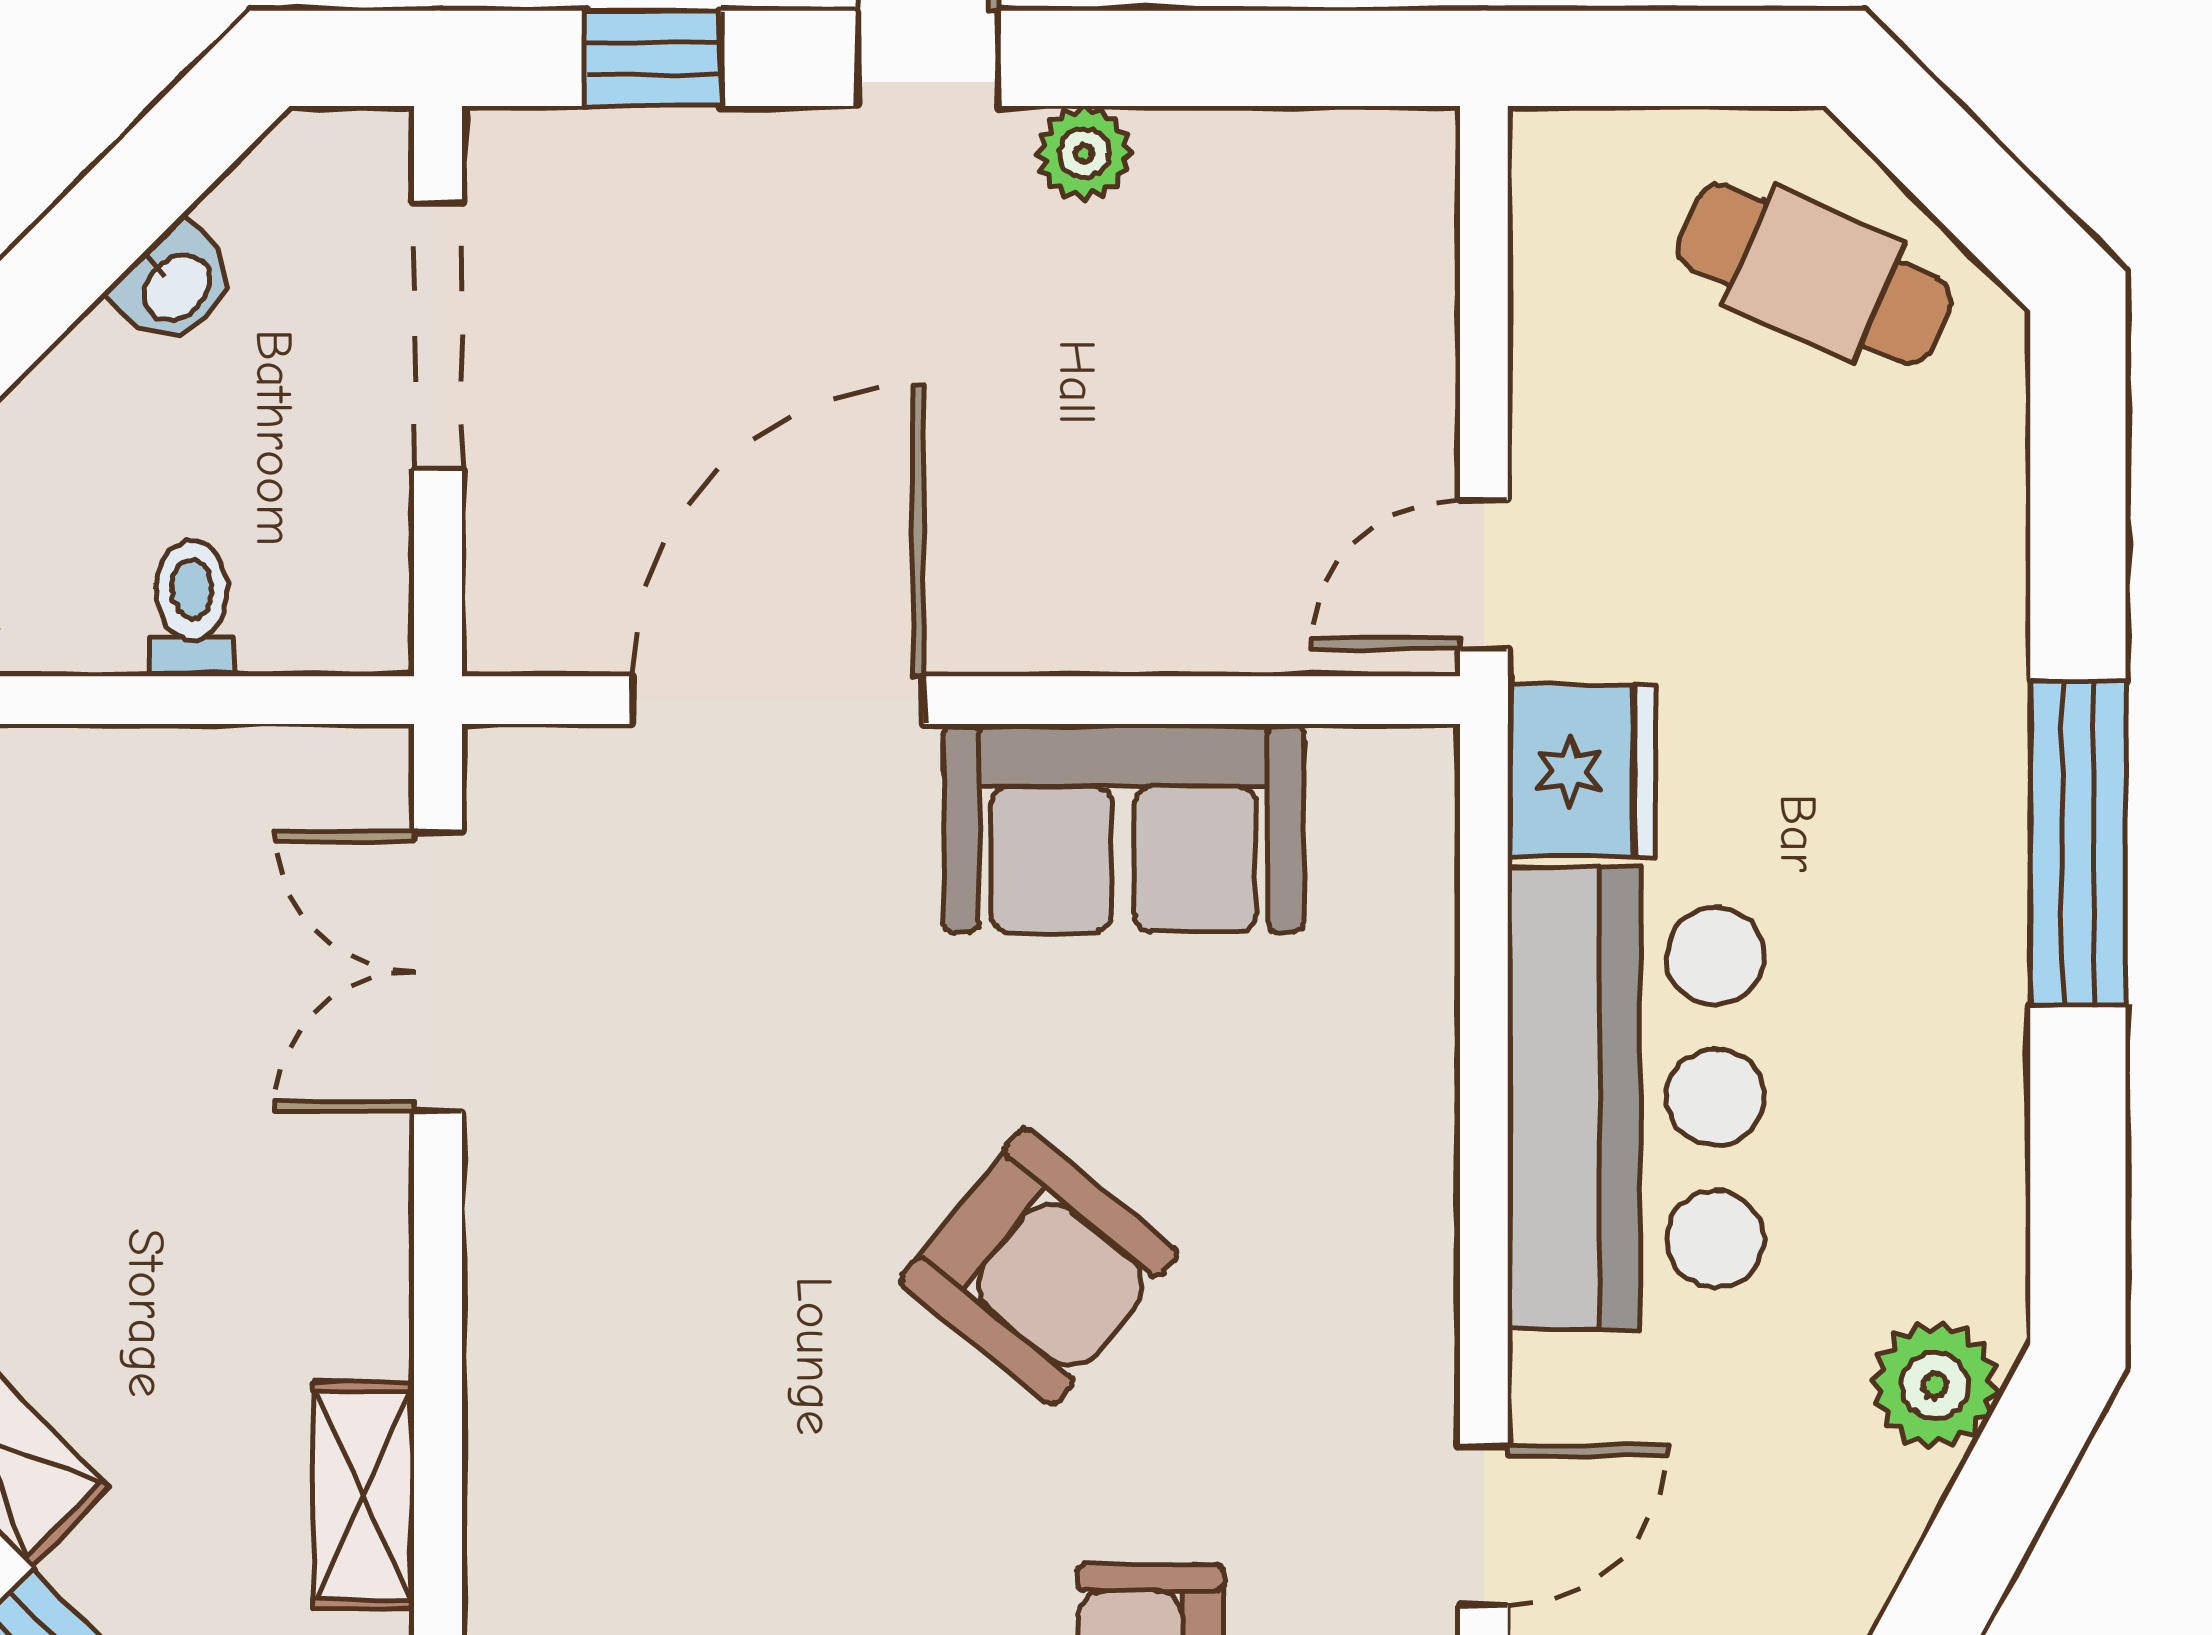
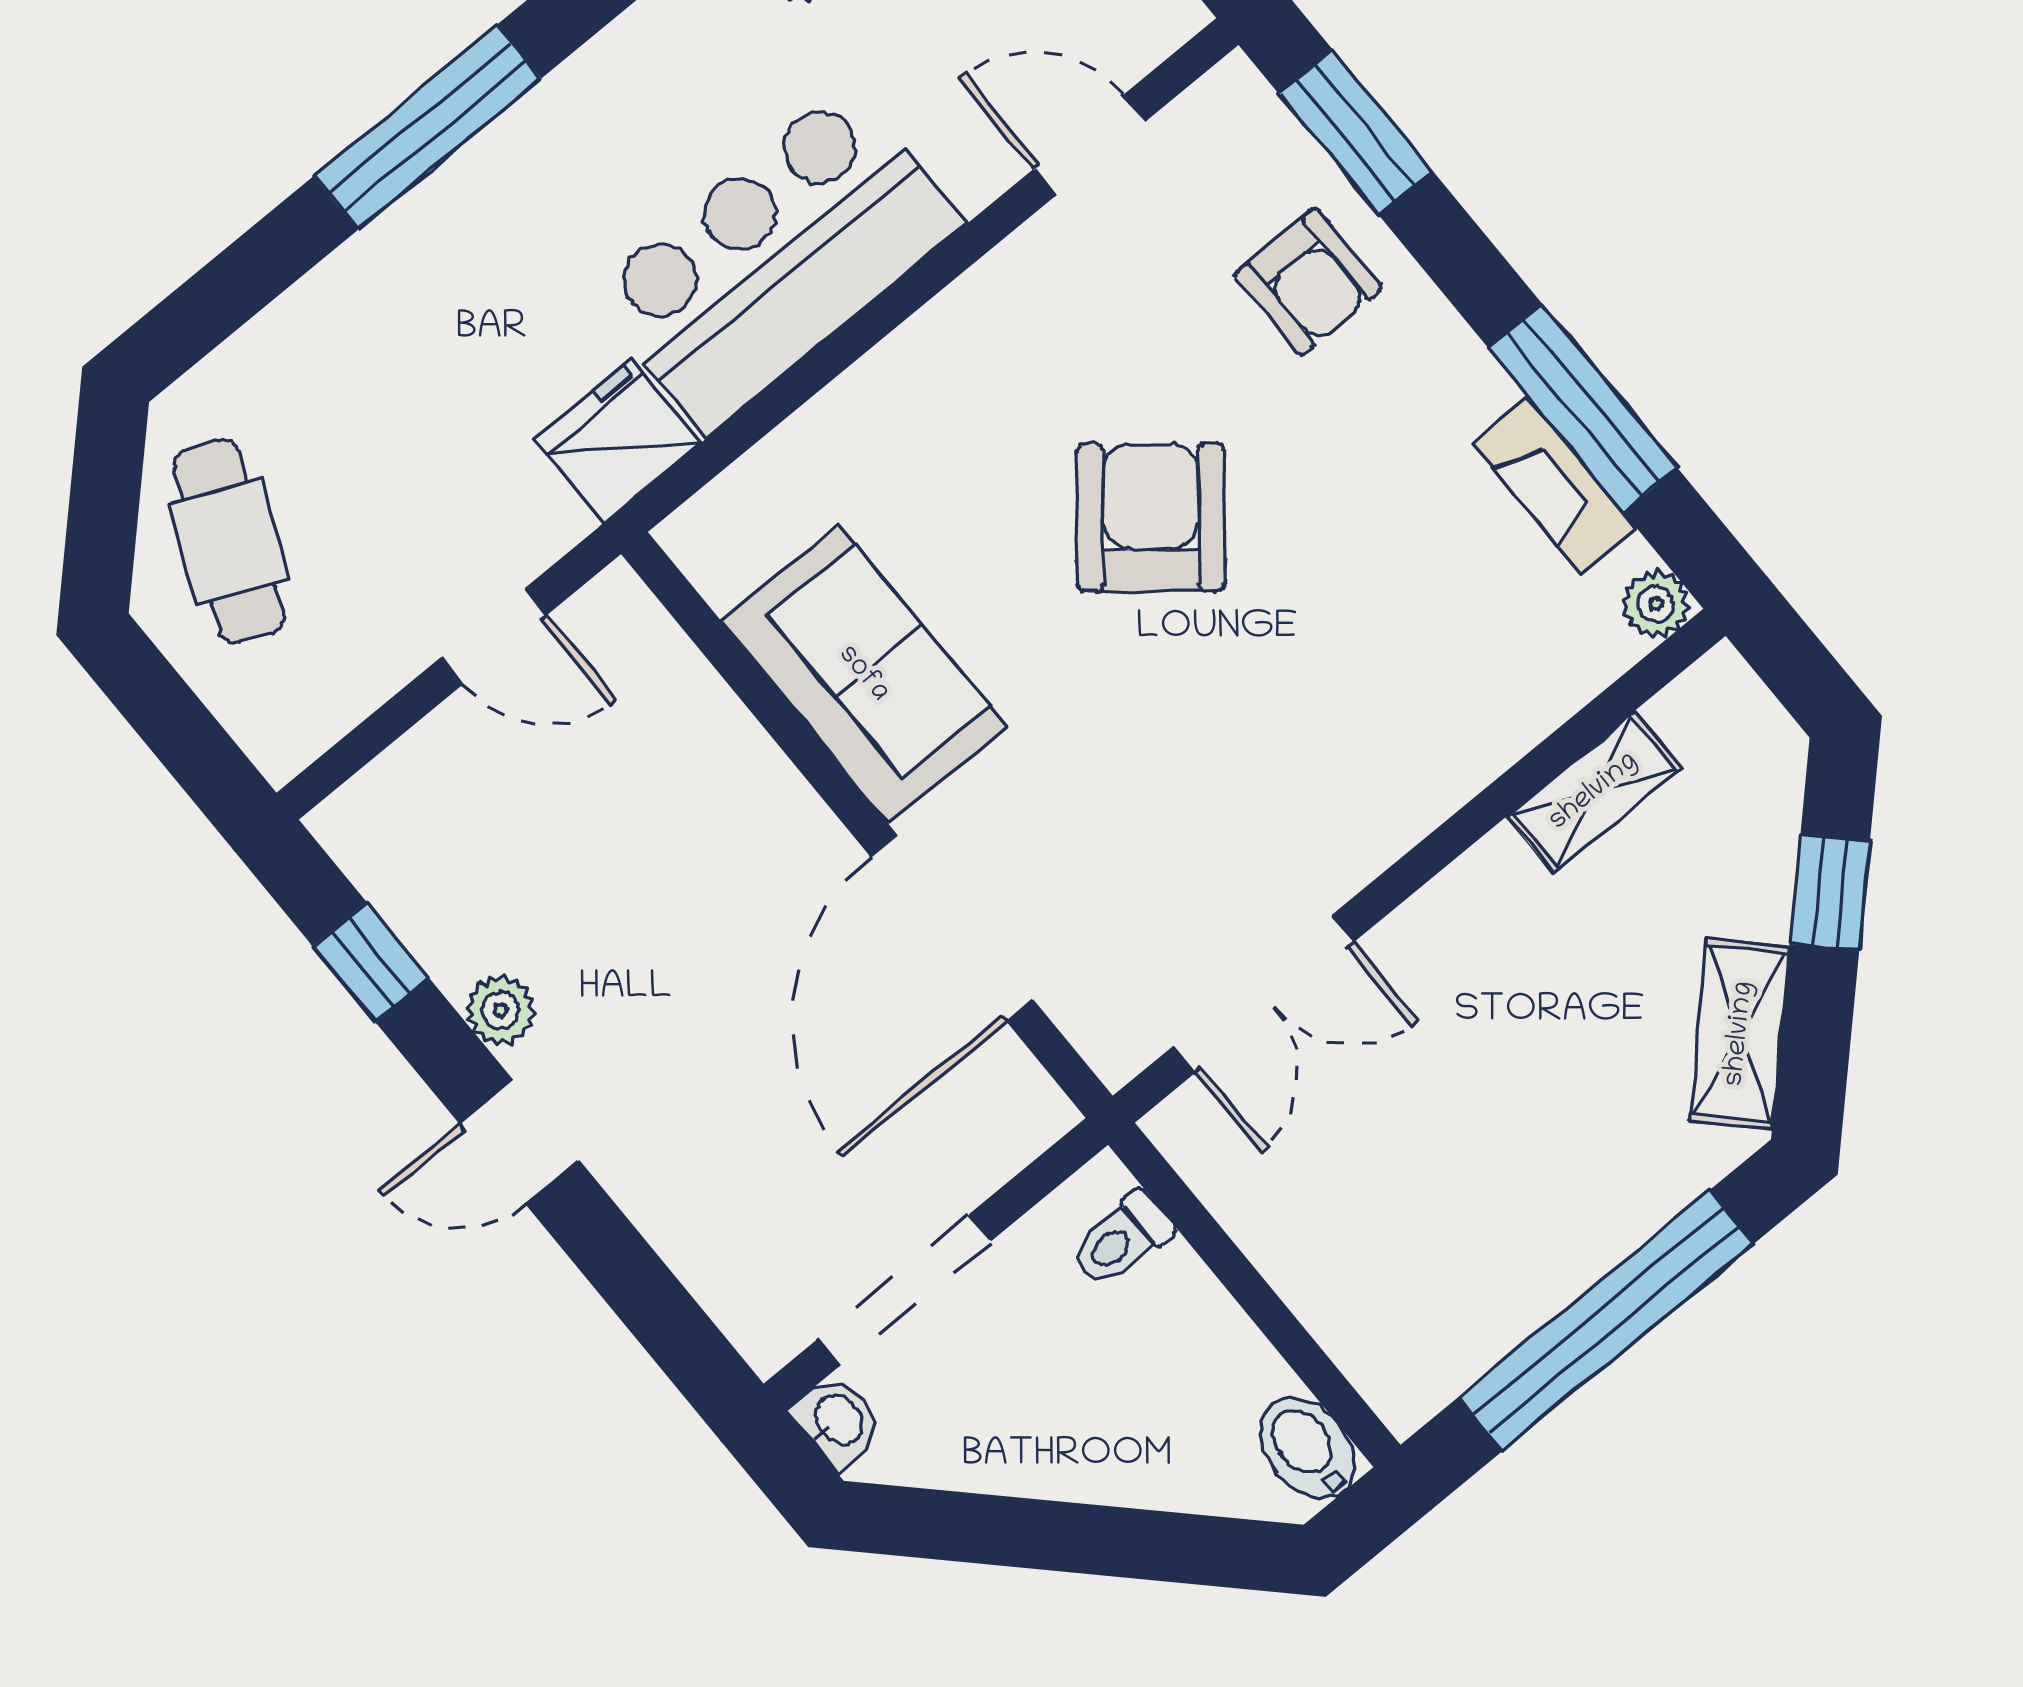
window: (653, 58) -> (371, 962), moved
washbasin: (175, 285) -> (838, 1421), moved, turned 45
door: (1484, 574) -> (494, 636), moved
toilet: (192, 608) -> (1121, 1239), moved
door: (778, 700) -> (952, 928), hinge flipped

